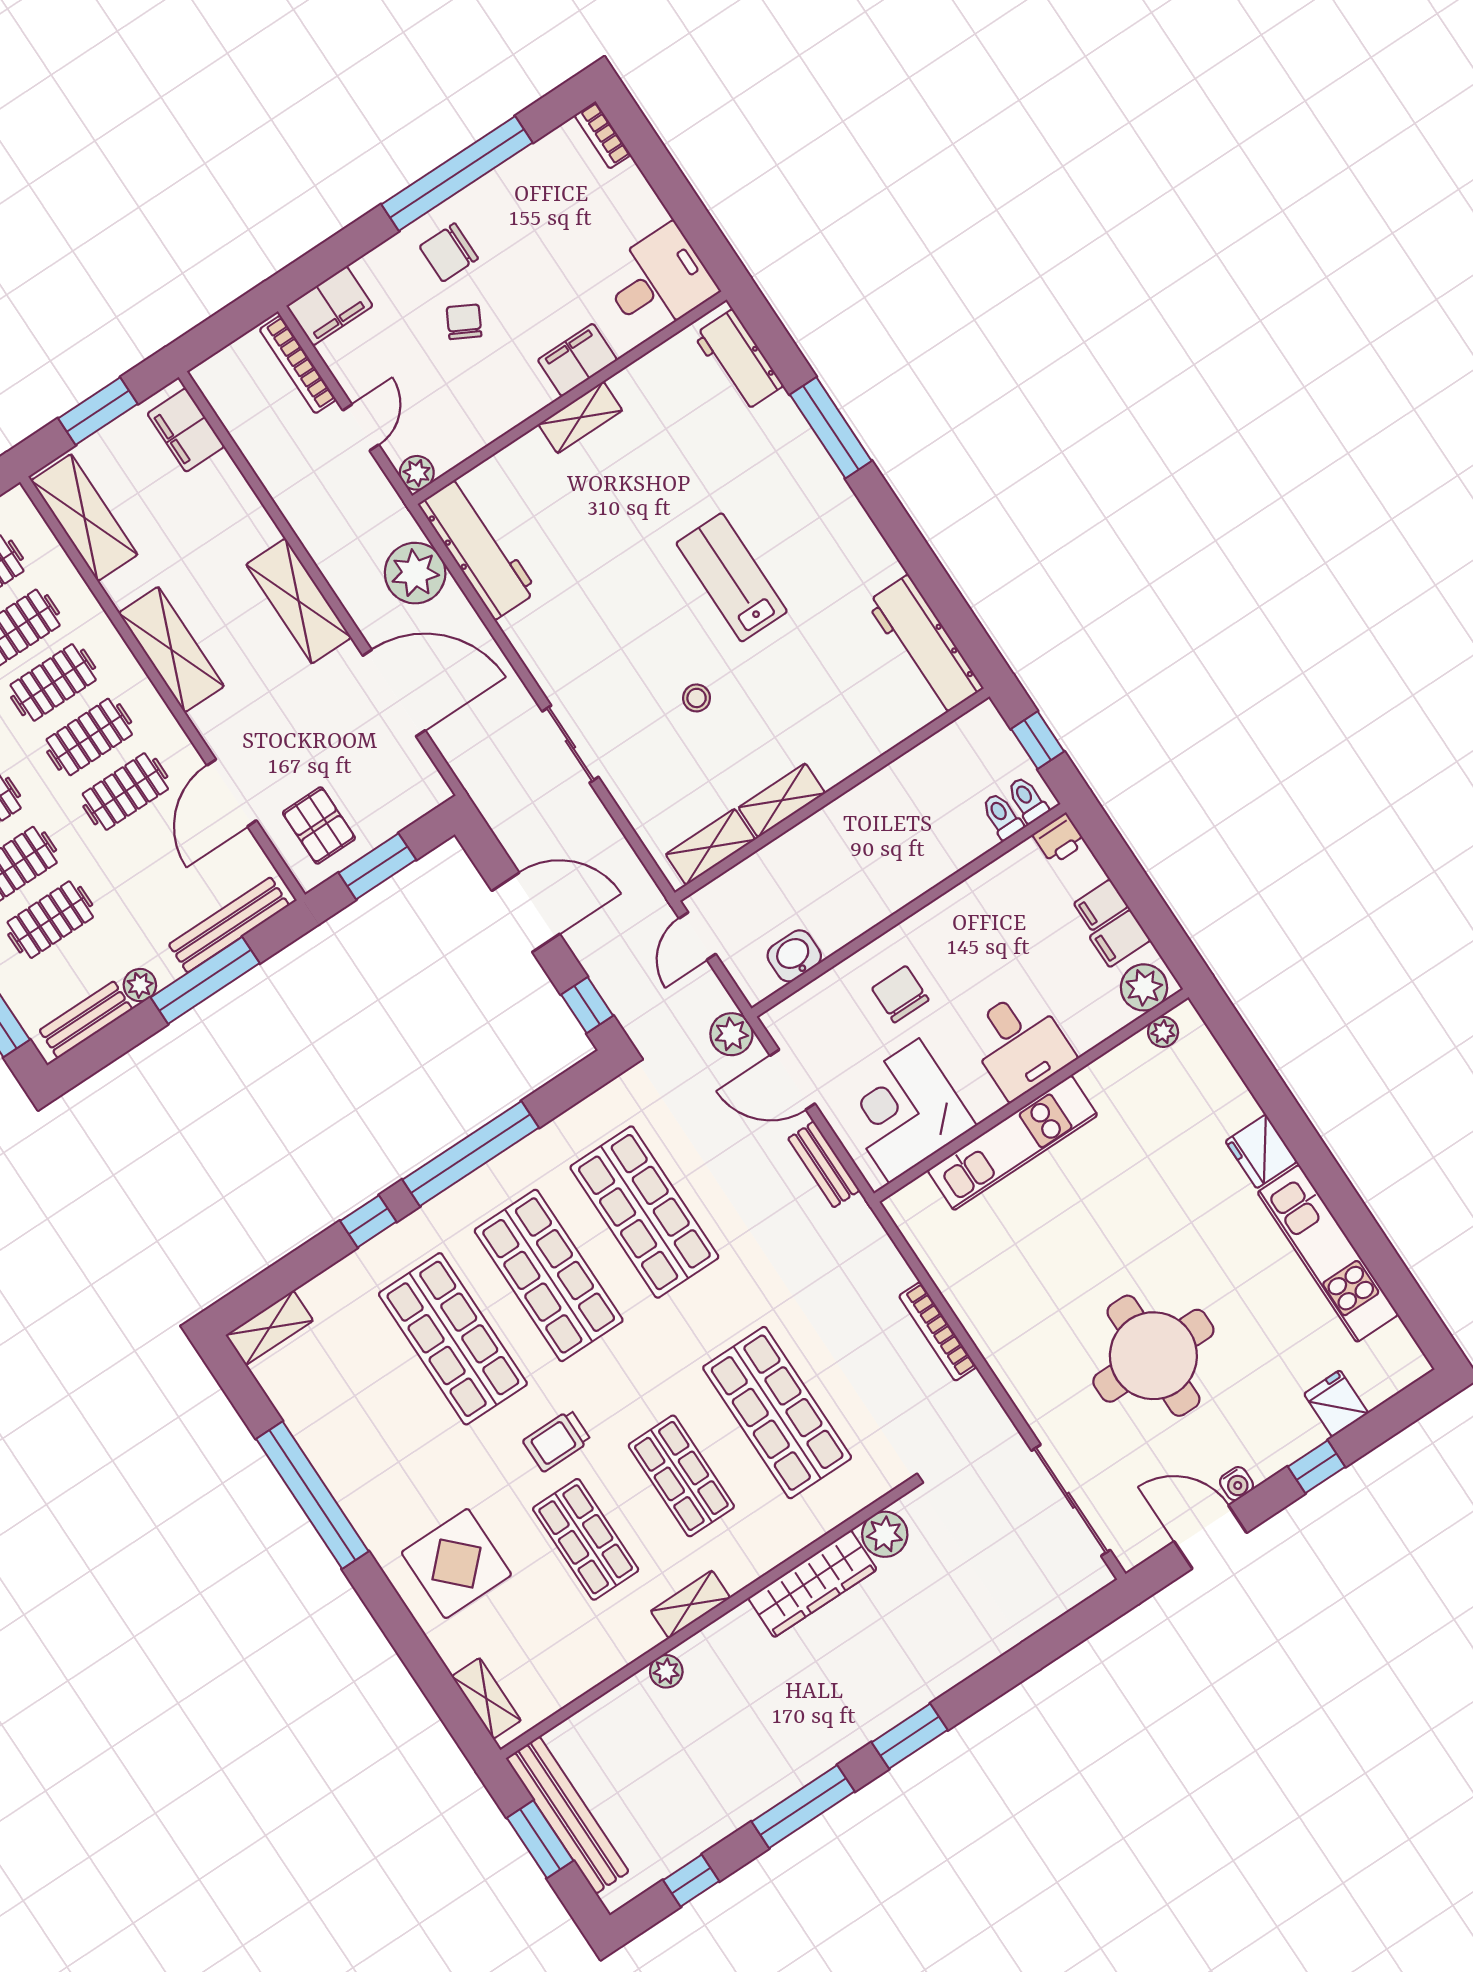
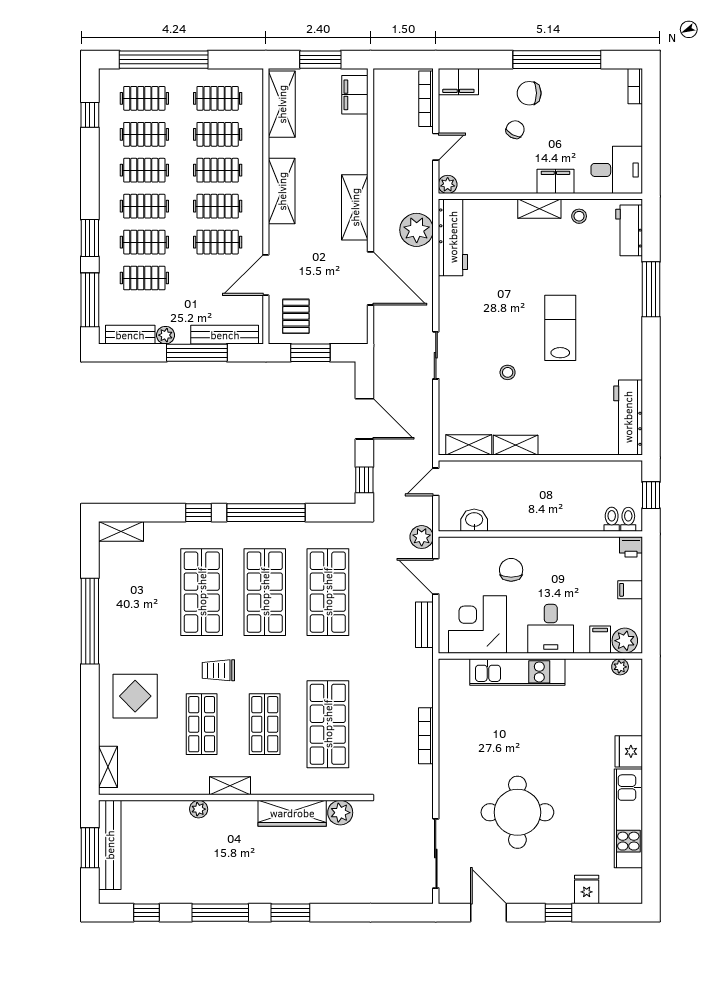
stool: (648, 389) -> (579, 216), added
filing cabinet: (1120, 938) -> (600, 640), moved, turned 90
water cooler: (1237, 1484) -> (517, 896), removed

